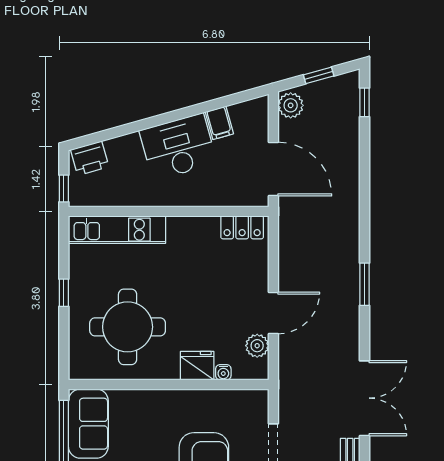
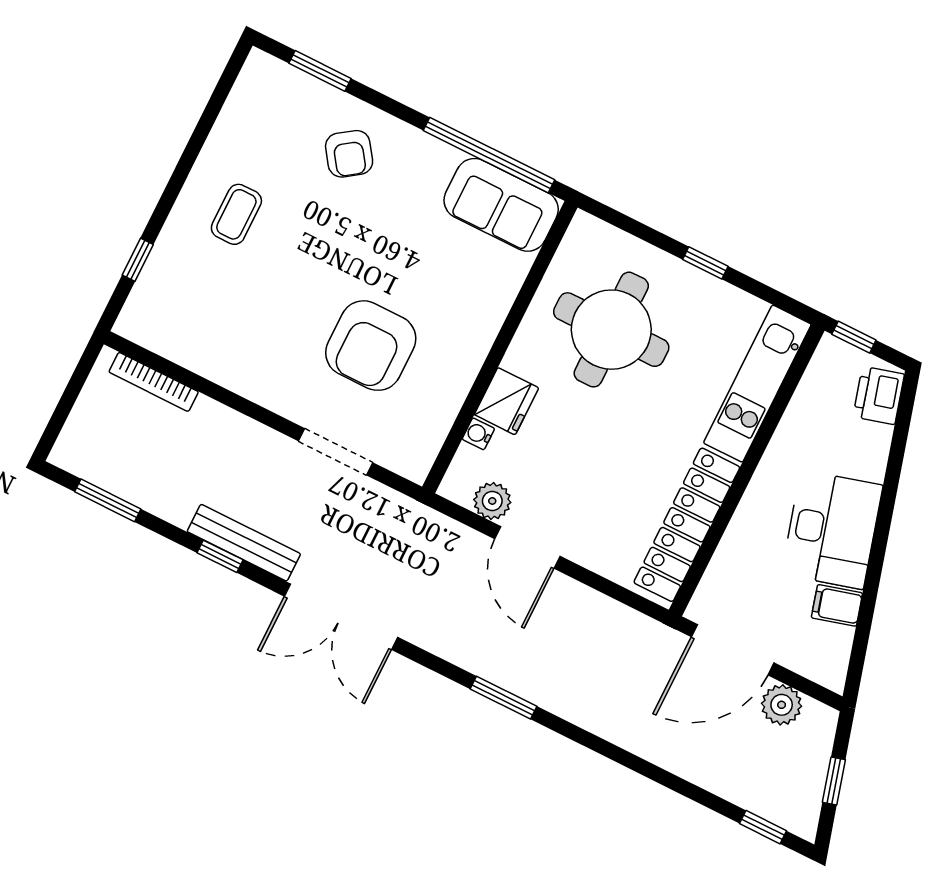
plant: (291, 105) -> (782, 705), moved
locker: (242, 227) -> (687, 525), width x2.16, depth x1.21

